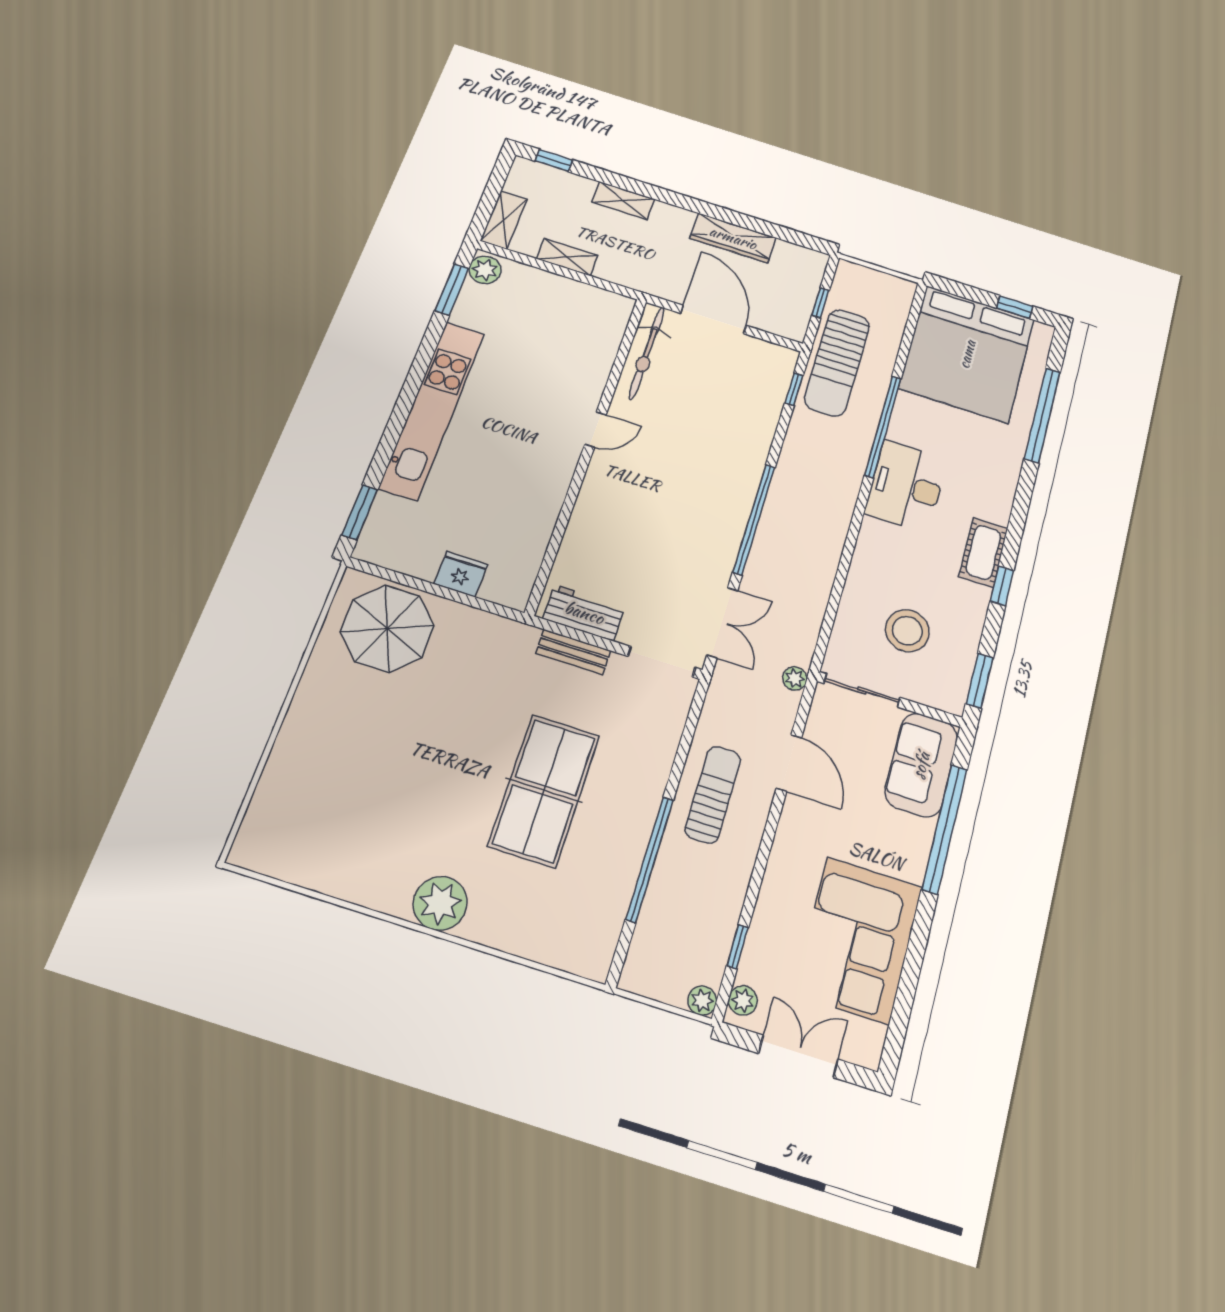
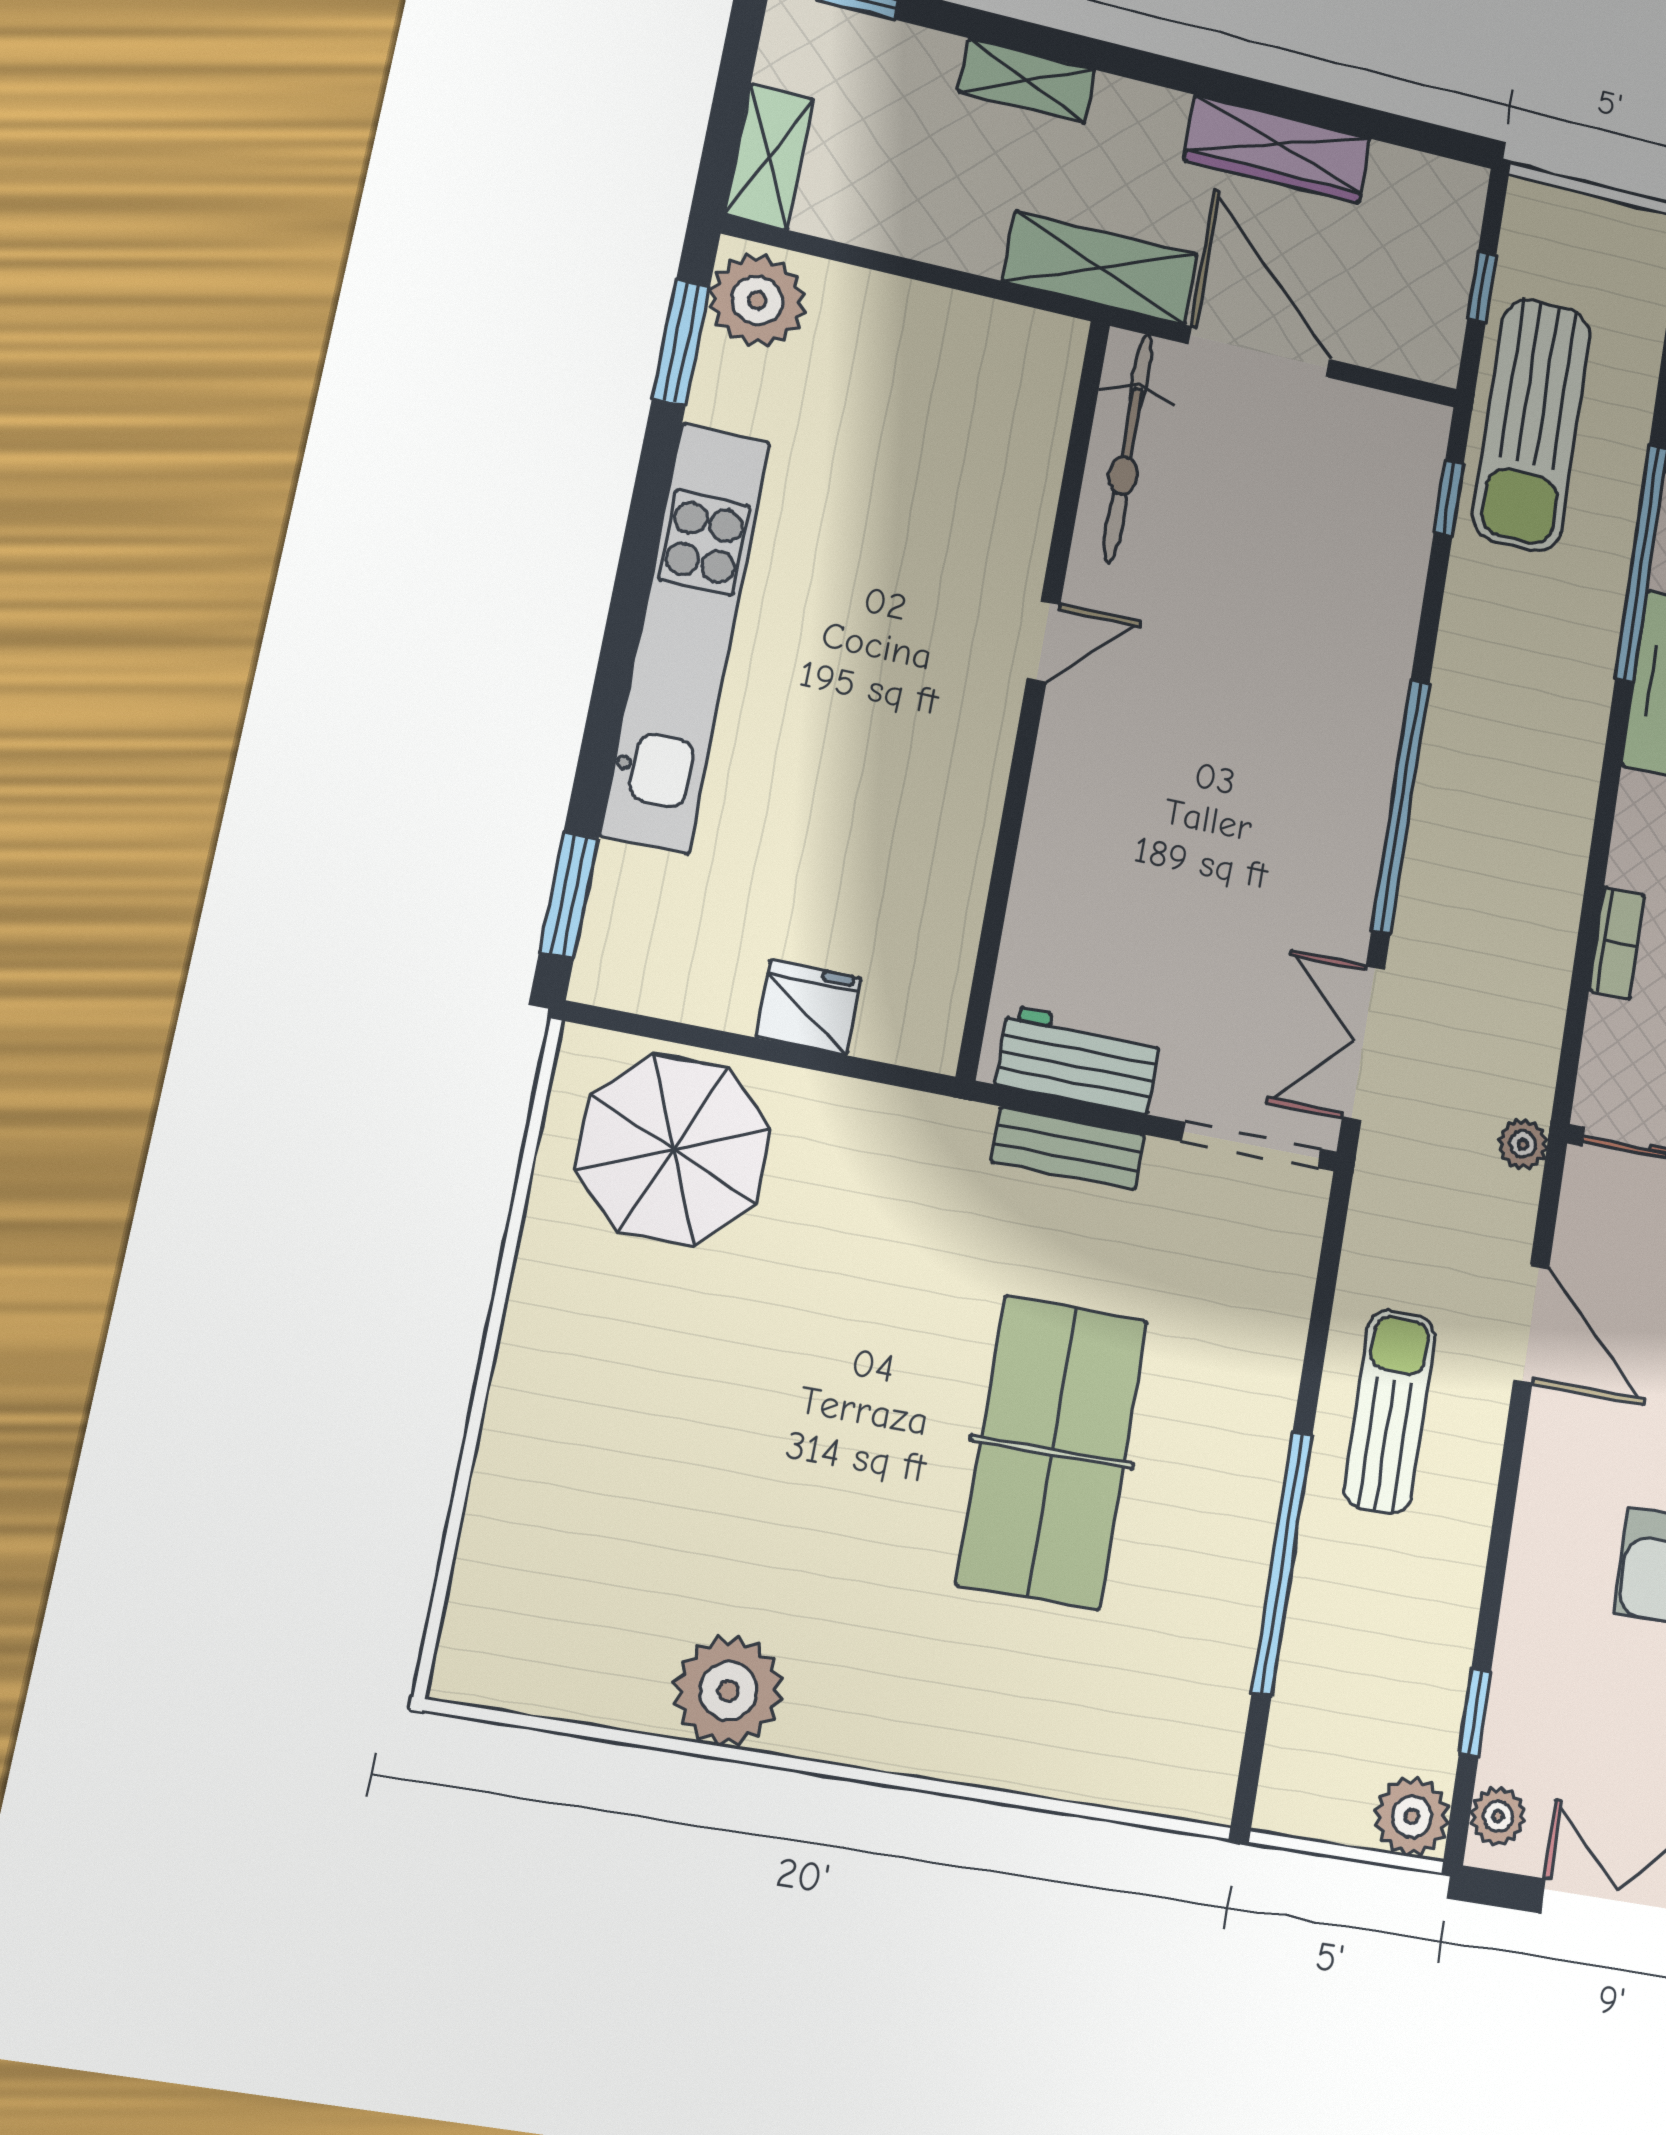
shelving: (567, 257) -> (1100, 268), moved, width x1.50, depth x1.33
plant: (485, 270) -> (757, 300), width x1.36, depth x1.36
bookcase: (852, 592) -> (1617, 943), added
double door: (722, 623) -> (1364, 1043), swing flipped
plant: (440, 903) -> (728, 1691), moved
plant: (702, 1001) -> (1412, 1817), width x1.38, depth x1.38

